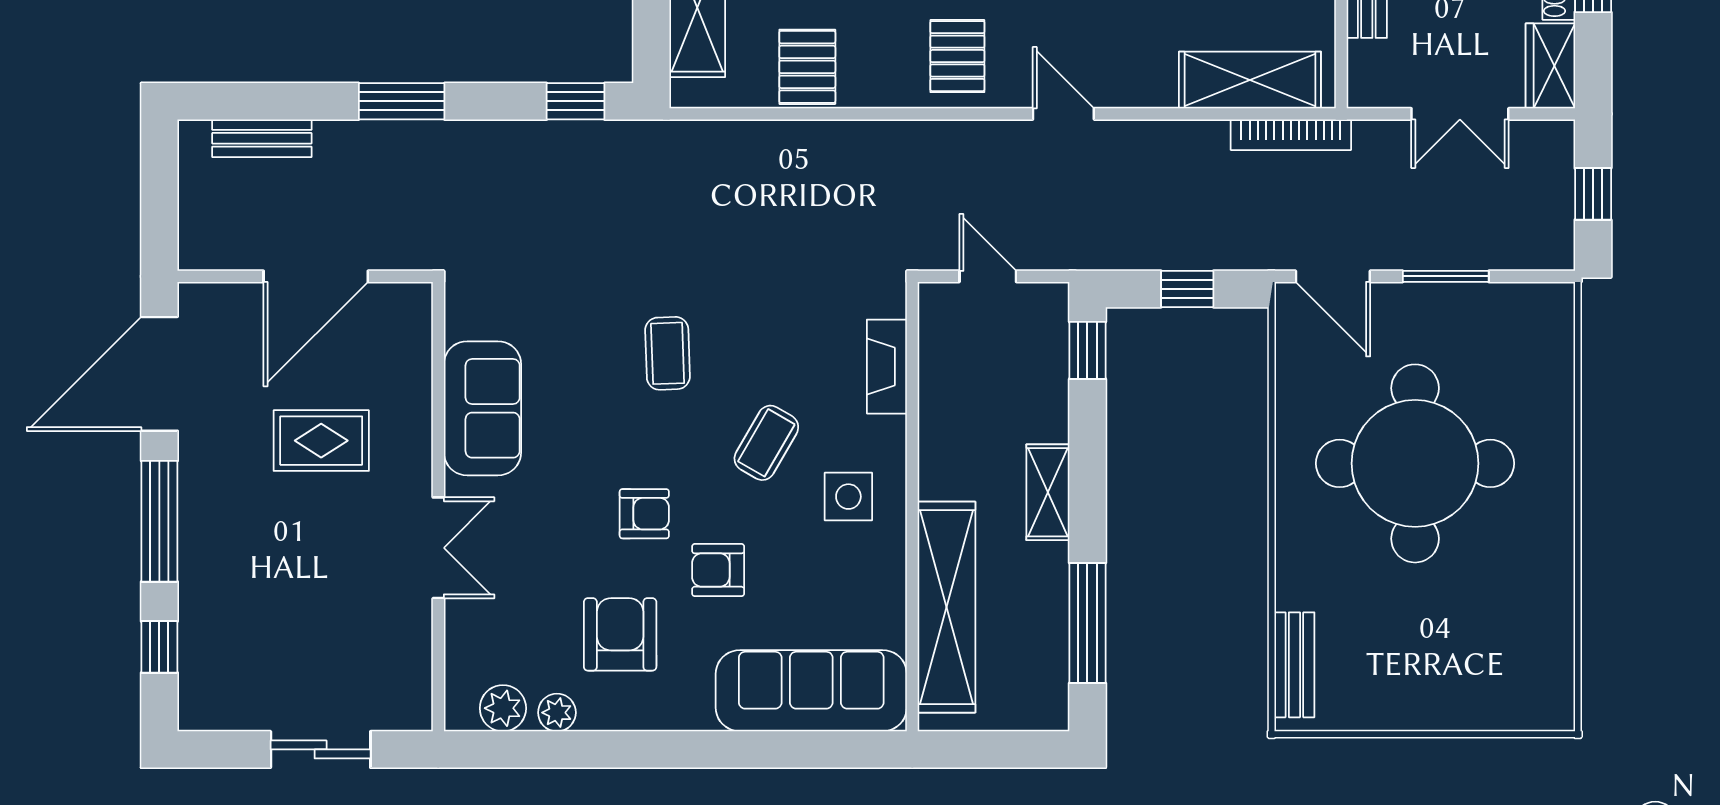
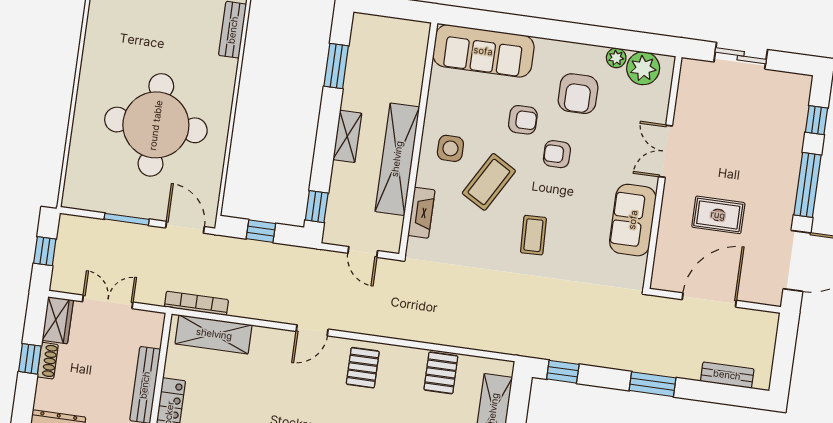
door: (1063, 114) -> (312, 330), hinge flipped
coffee table: (766, 443) -> (489, 182), width x1.36, depth x1.30
shelving: (947, 607) -> (397, 159), moved
window: (1087, 623) -> (336, 66), width x0.69
plant: (503, 708) -> (643, 68), width x1.36, depth x1.36

